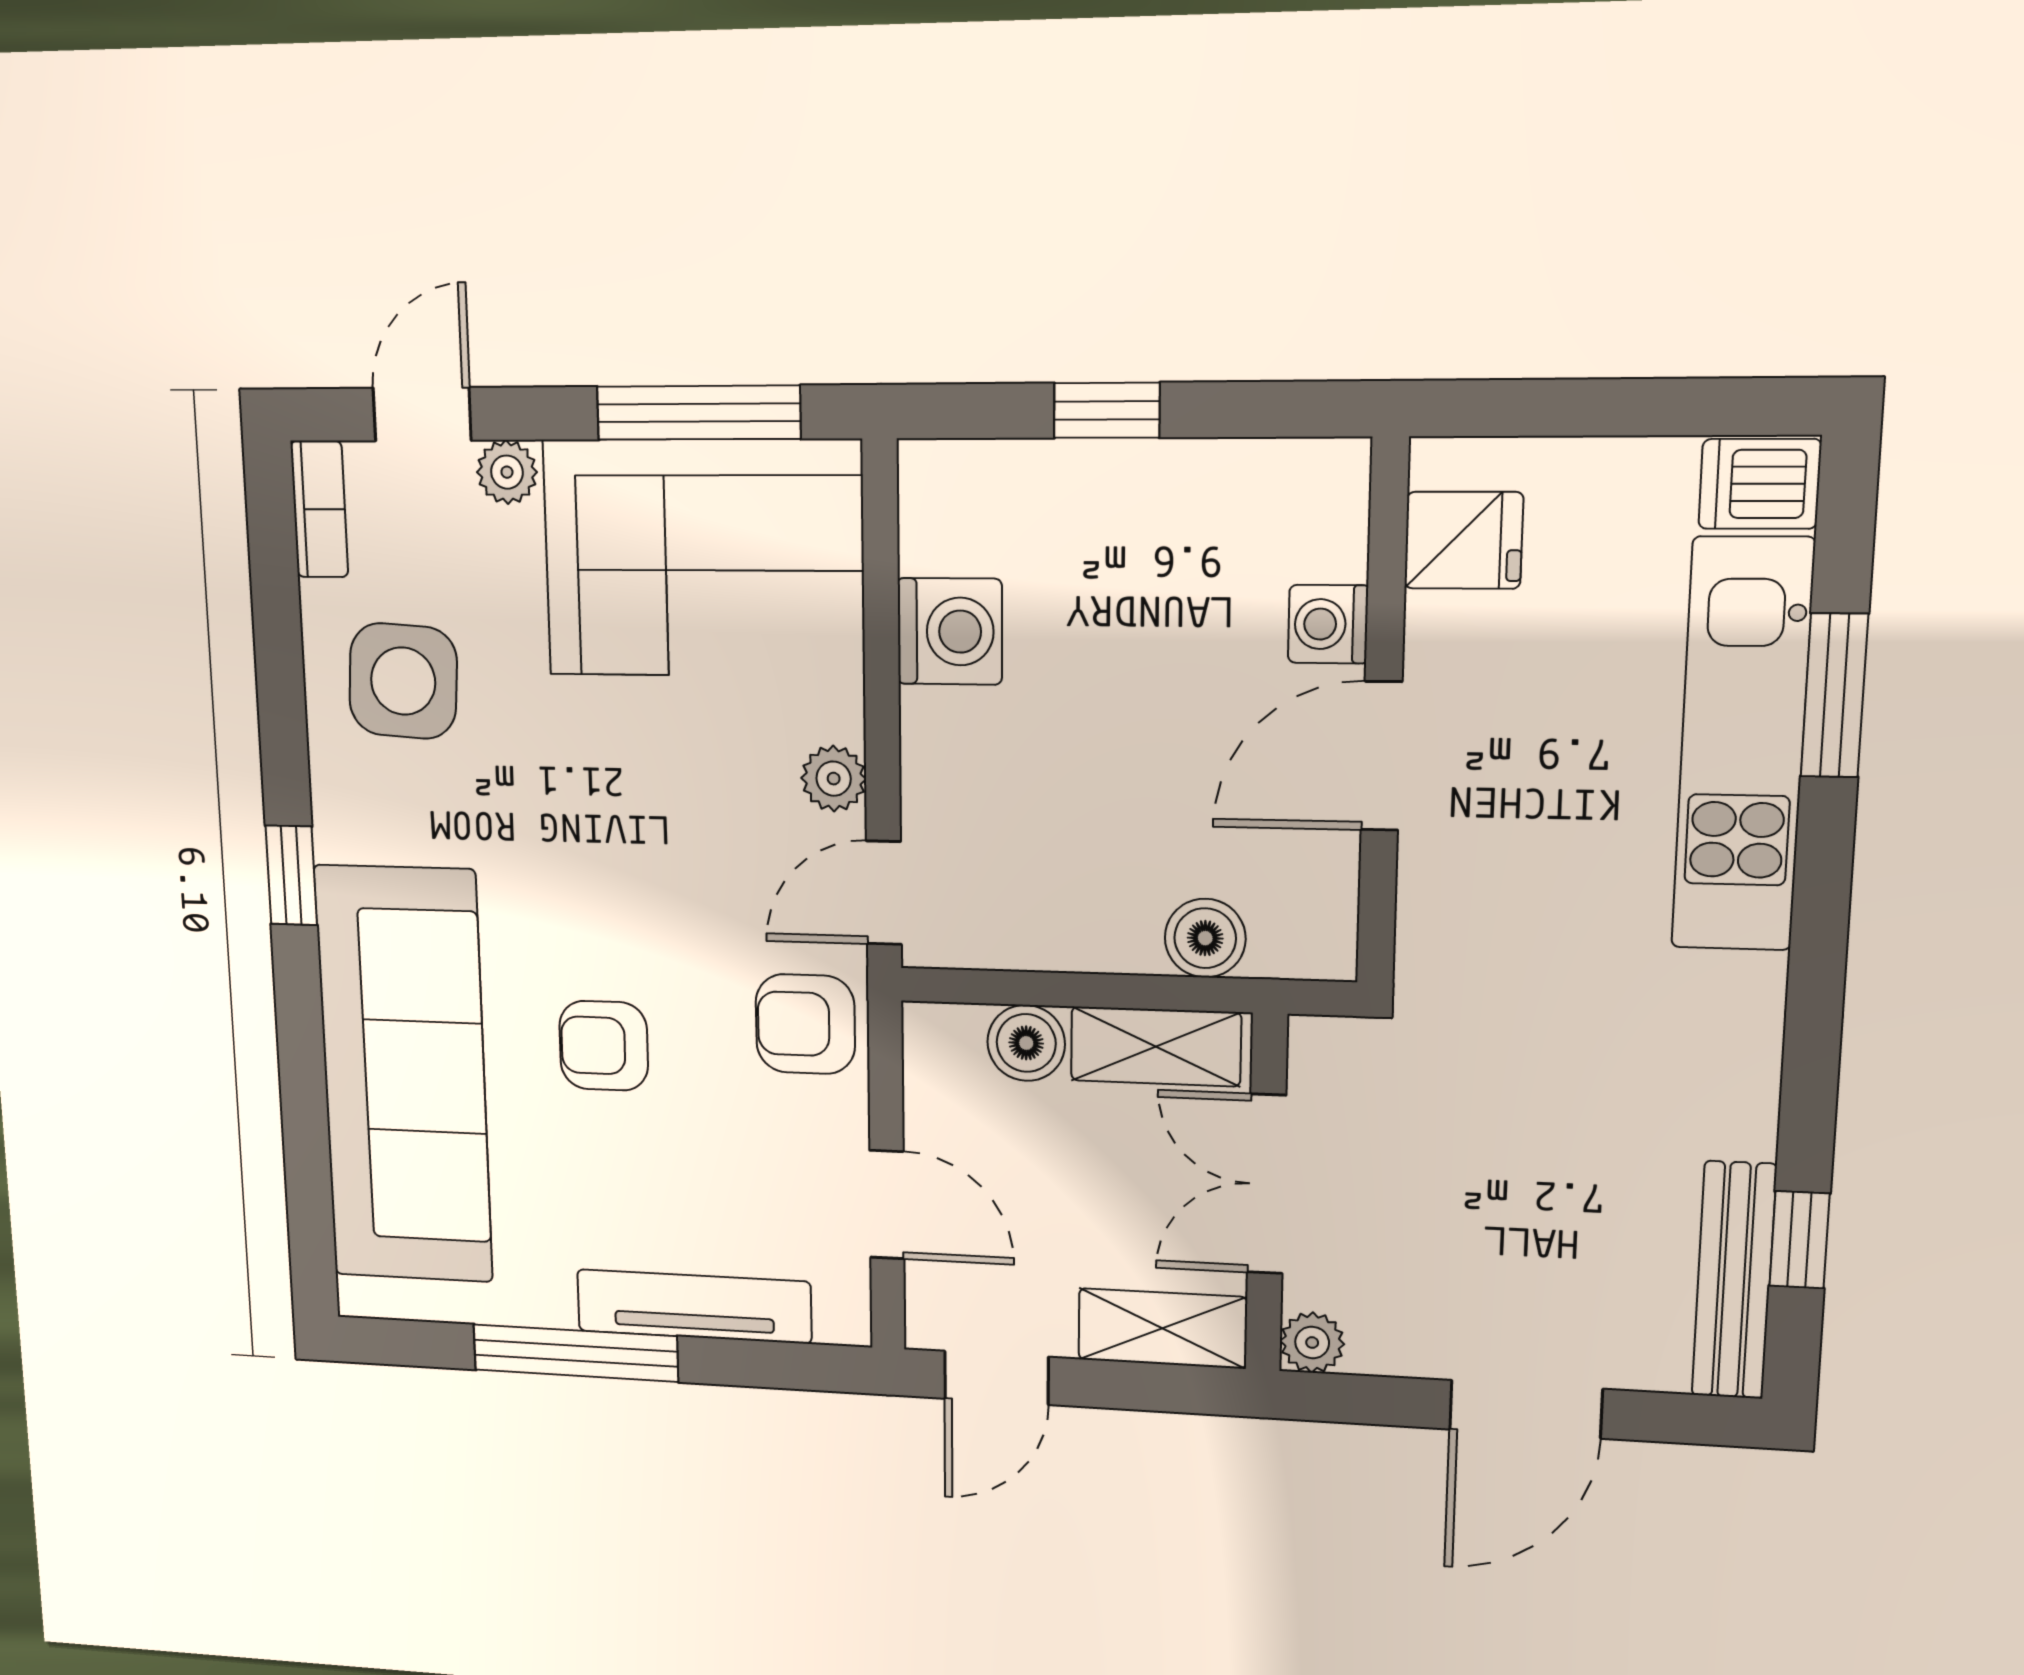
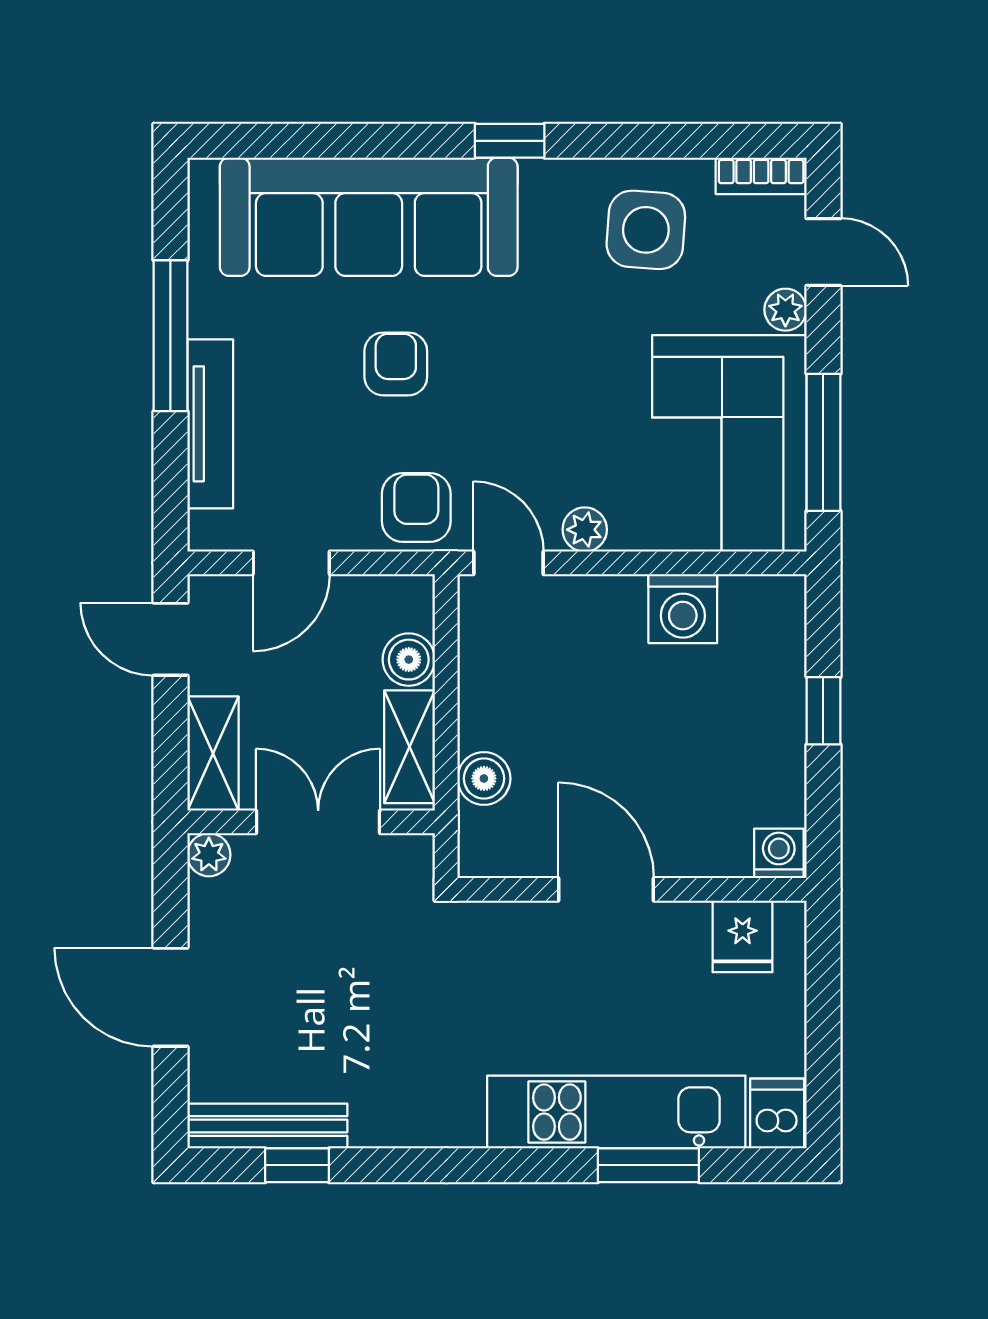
washing machine: (1328, 624) -> (779, 853), moved

